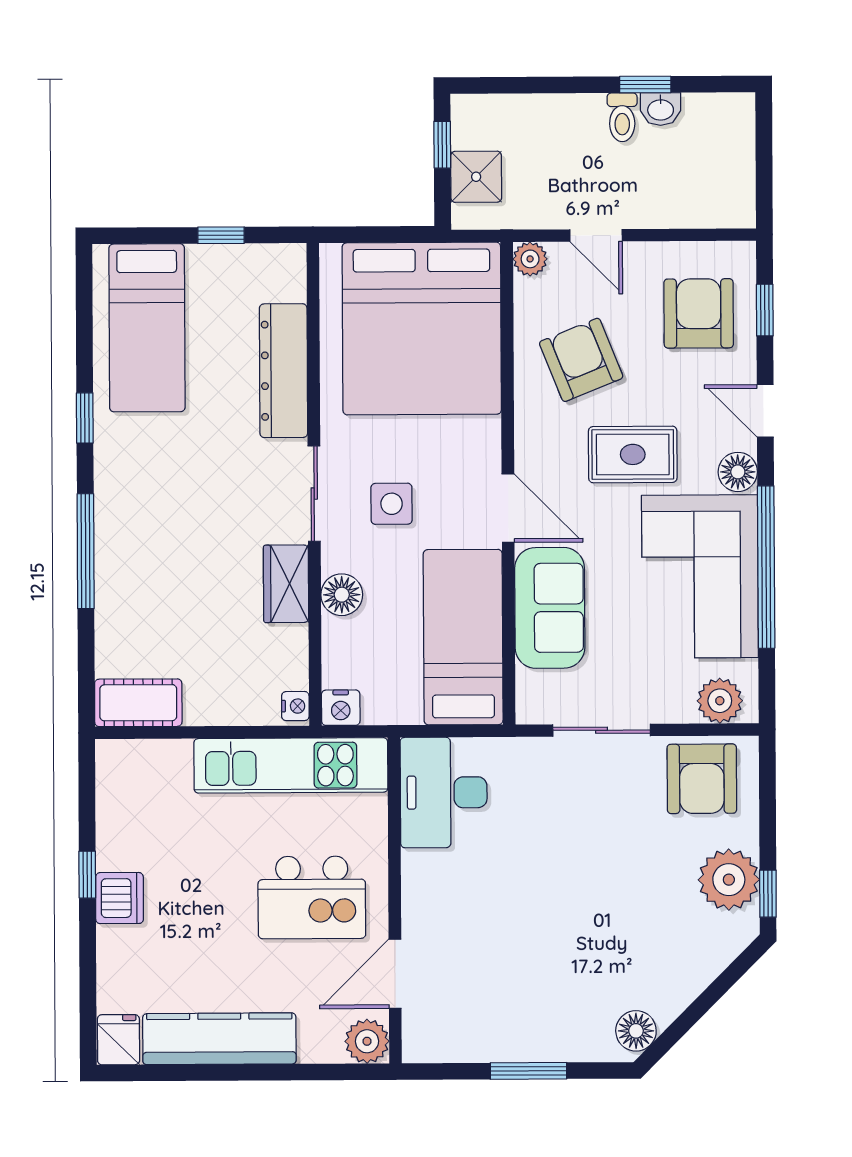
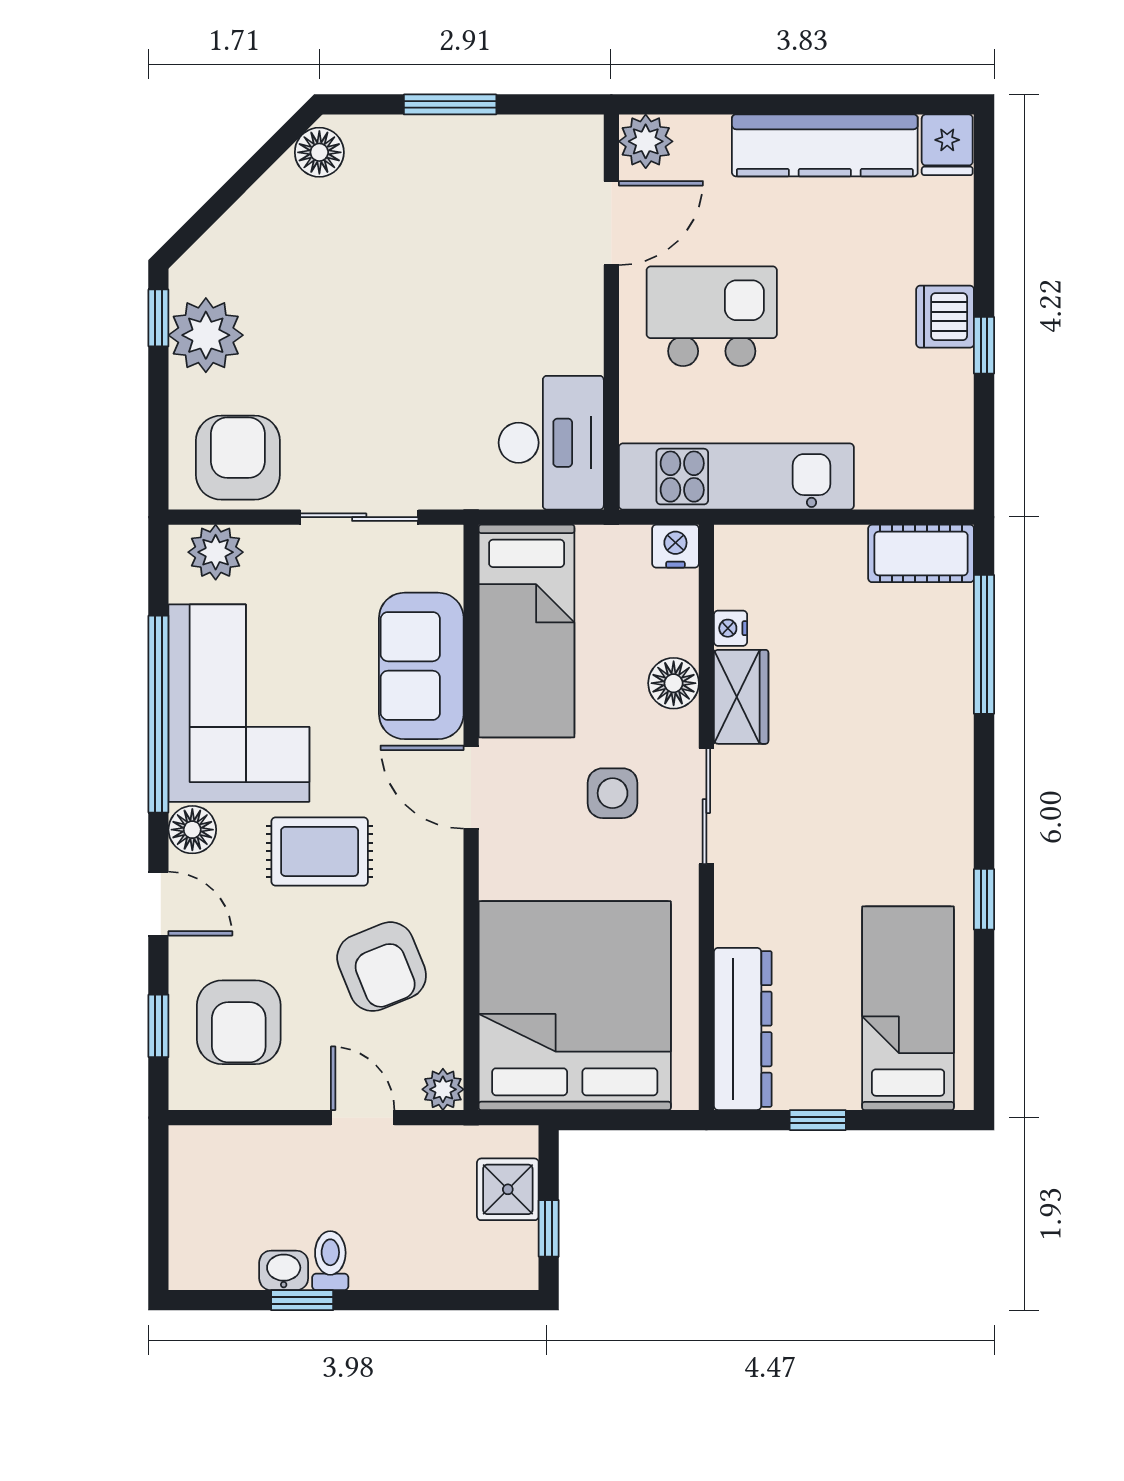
dresser: (283, 371) -> (743, 1029), moved
window: (86, 551) -> (984, 644), moved
nightstand: (295, 706) -> (730, 628), moved

